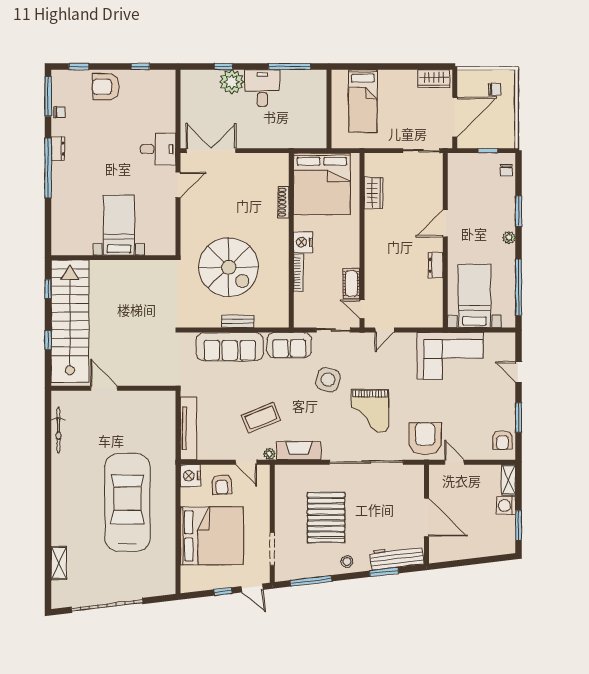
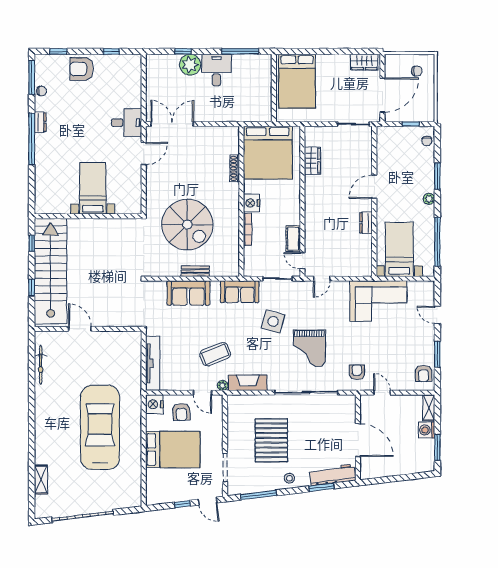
bed: (363, 101) -> (297, 81), width x1.50
sofa: (230, 347) -> (188, 293), width x0.73
armchair: (425, 438) -> (357, 372), width x0.53, depth x0.53
bed: (212, 536) -> (173, 449), width x0.73

